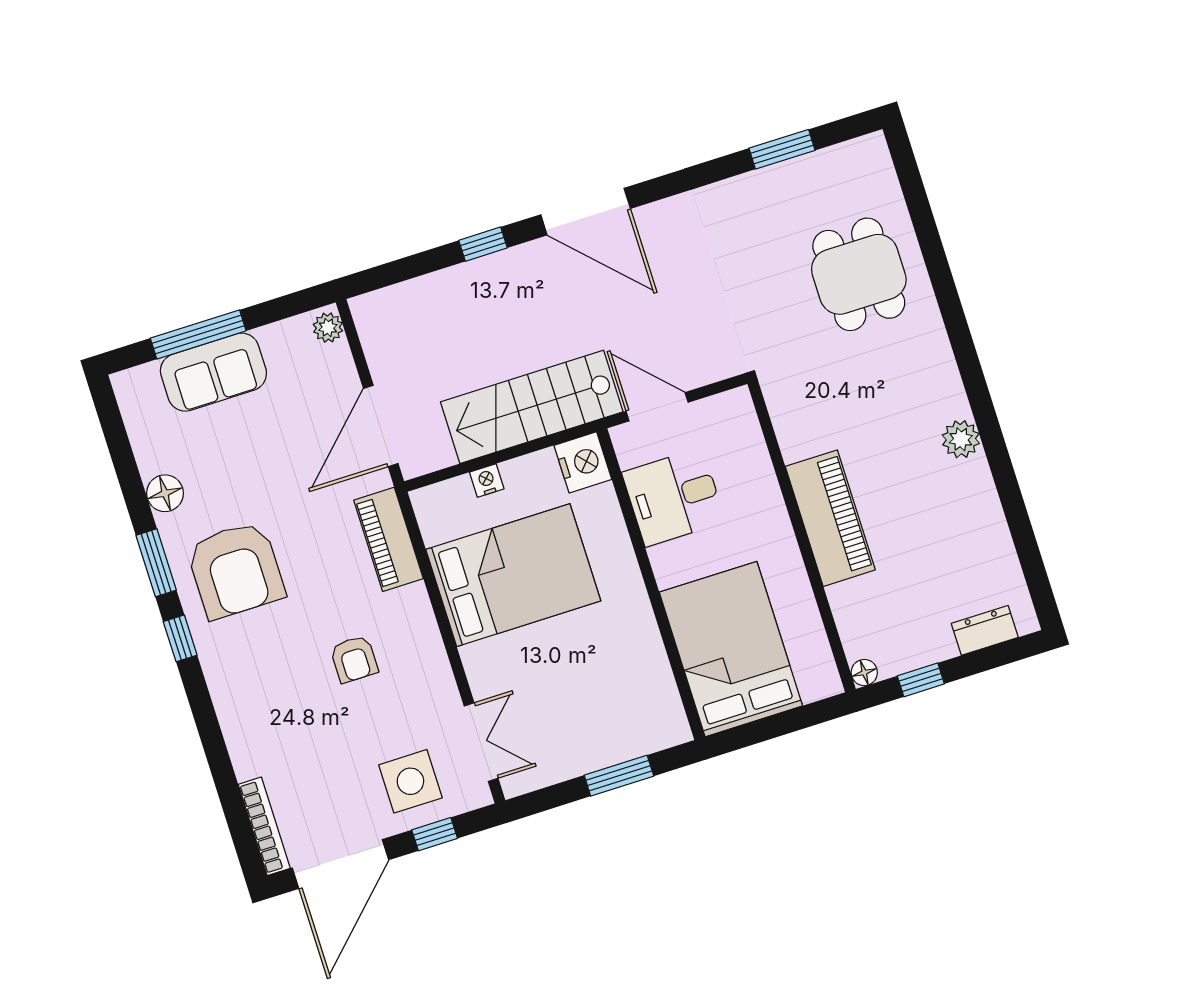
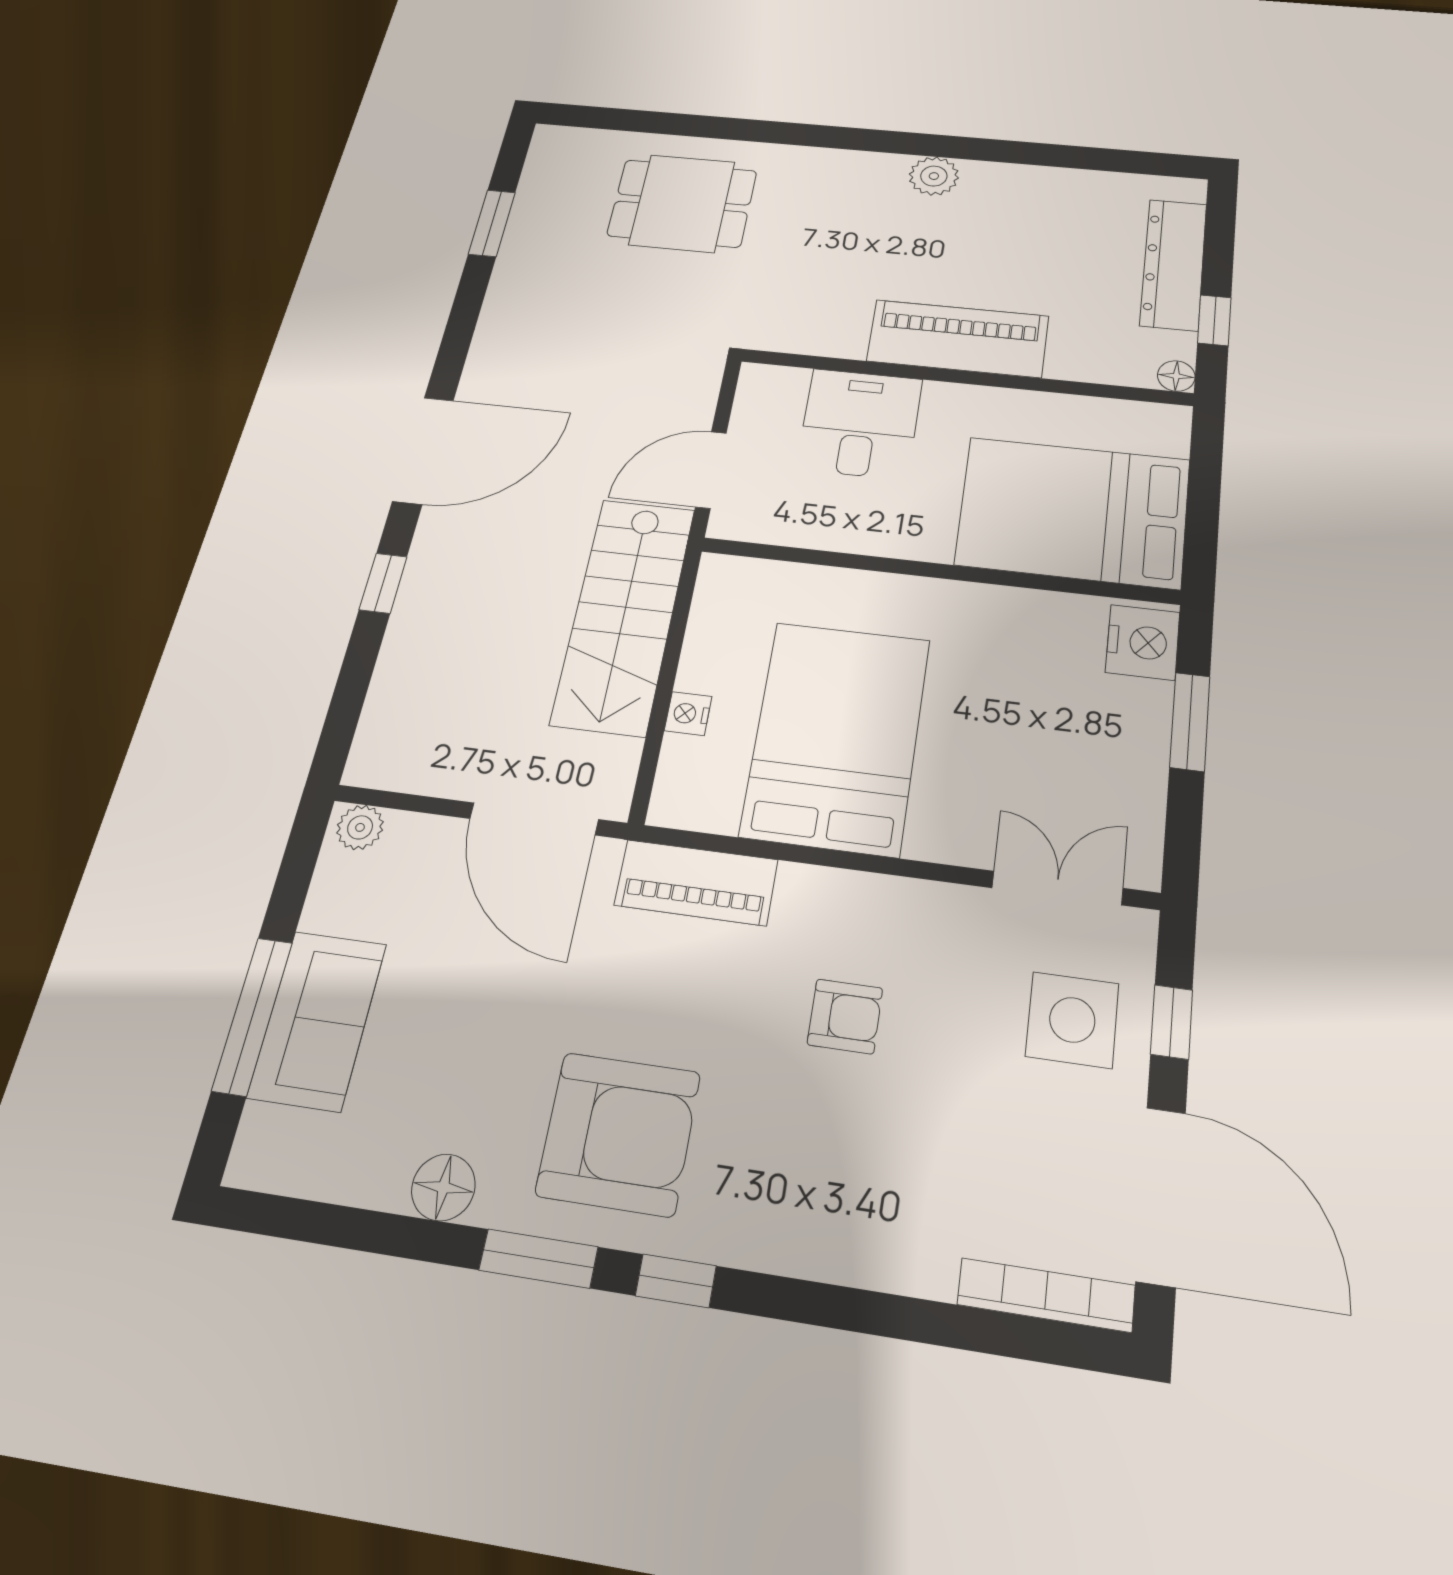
nightstand: (583, 462) -> (1143, 642), moved, turned 90
desk: (674, 497) -> (860, 424), moved, turned 180
dresser: (985, 630) -> (1174, 264), width x1.96, depth x1.24

